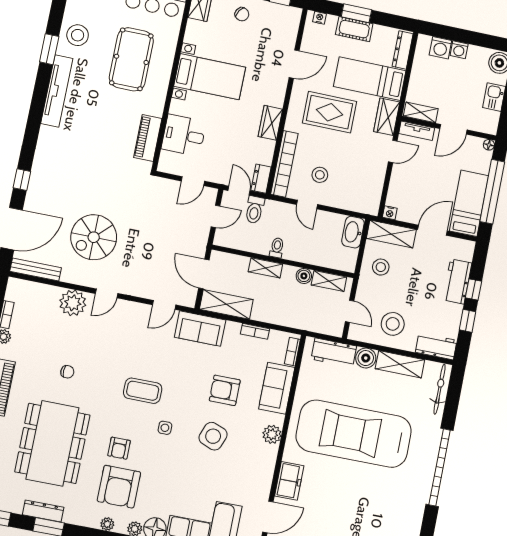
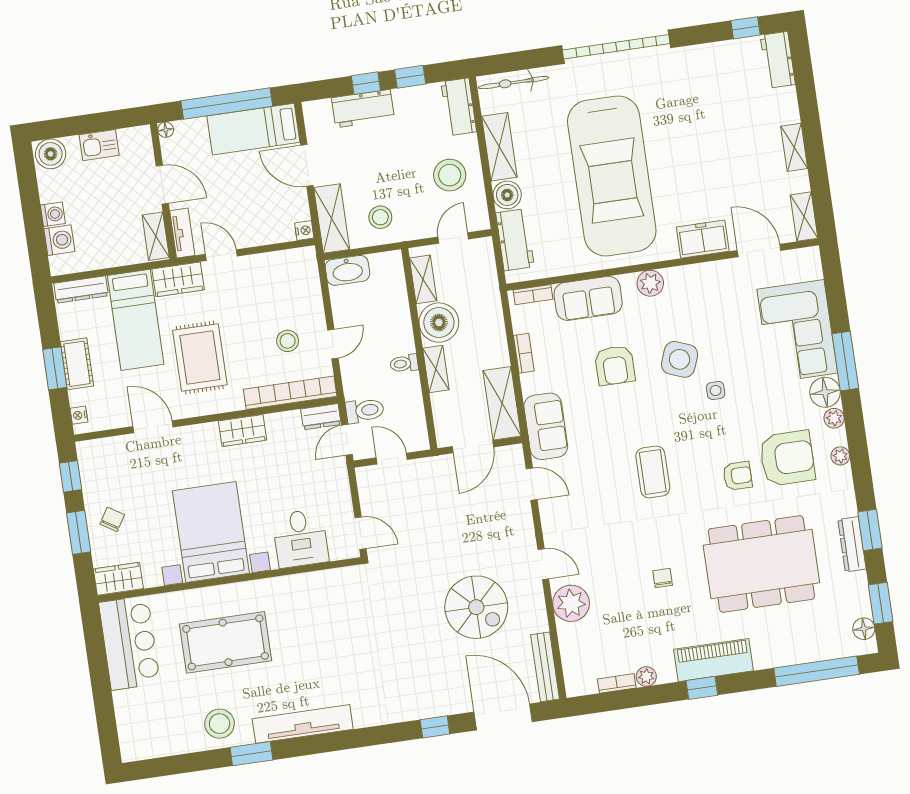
bed with nightstands: (210, 77) -> (211, 532), width x1.36
piano: (148, 138) -> (321, 584), removed
door: (193, 181) -> (360, 533), moved
boiler: (304, 276) -> (439, 323), width x1.86, depth x1.86
side table: (165, 428) -> (716, 390), moved

